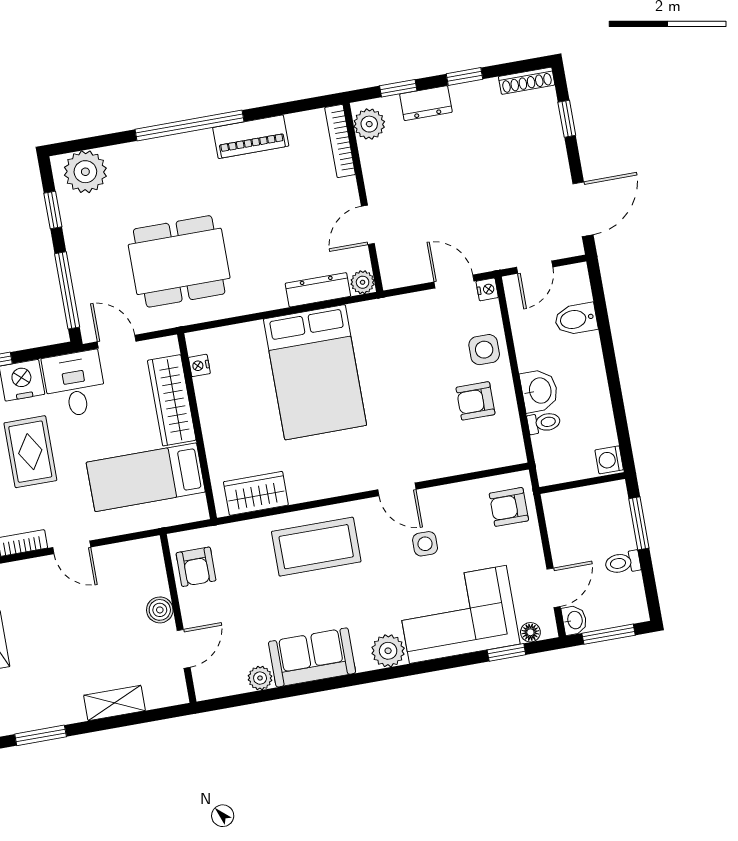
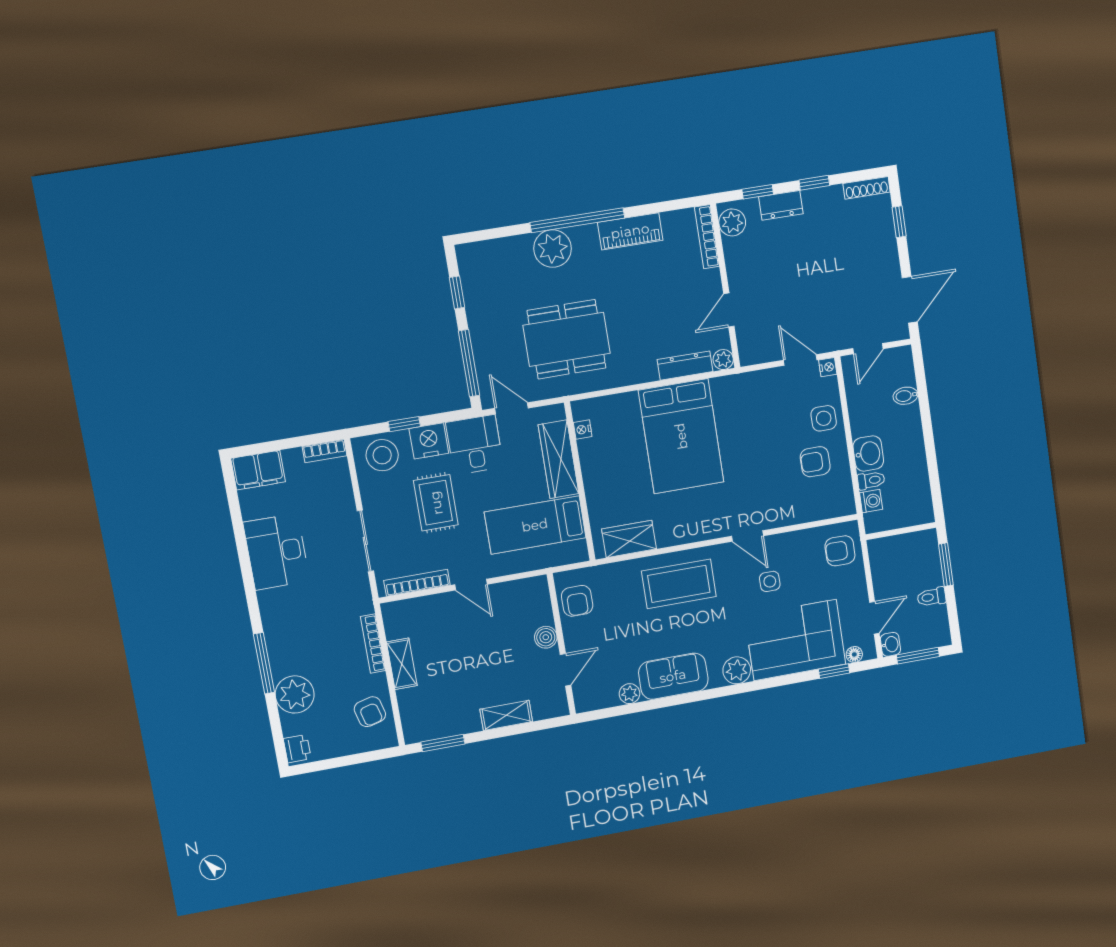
plant: (85, 172) -> (553, 249), moved
bidet: (576, 319) -> (906, 396), width x0.72, depth x0.74
washing machine: (609, 460) -> (871, 501), moved, turned 180

